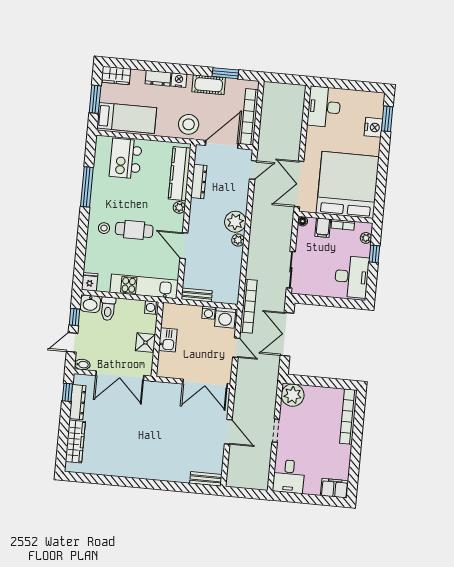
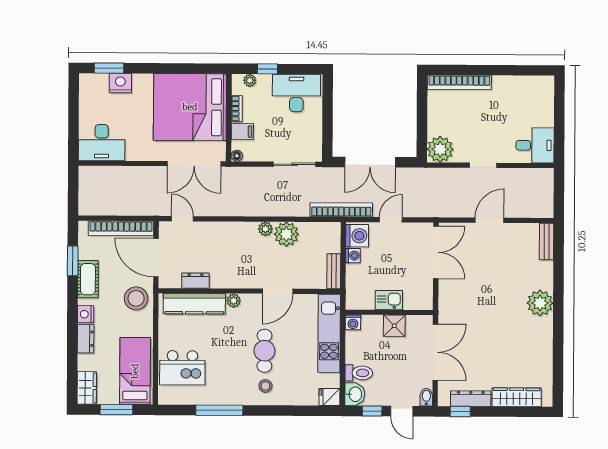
dresser: (199, 181) -> (195, 281), width x0.70
plant: (235, 222) -> (286, 234), moved
plant: (154, 469) -> (540, 303), added
filing cabinet: (334, 488) -> (544, 91), removed

